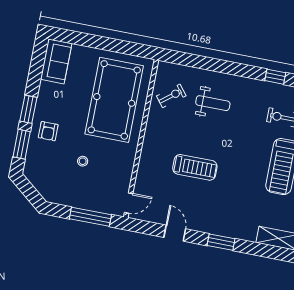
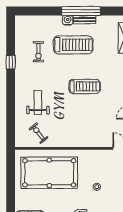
treadmill: (195, 167) -> (85, 86), moved, turned 90

